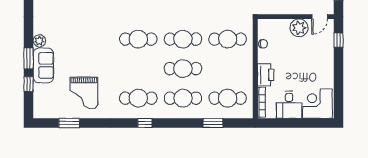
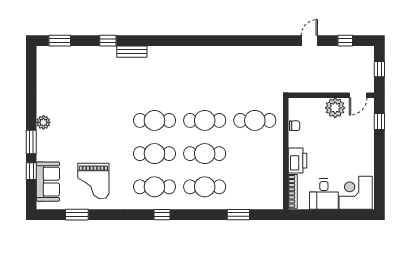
sofa: (43, 65) -> (48, 182), moved
cafe table: (228, 98) -> (154, 154), moved

